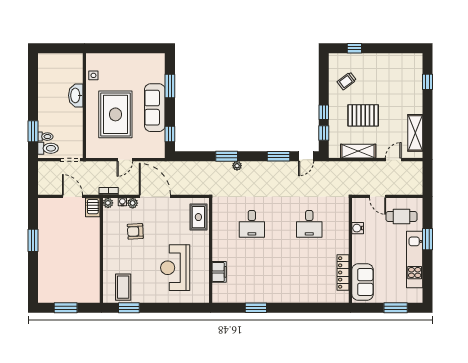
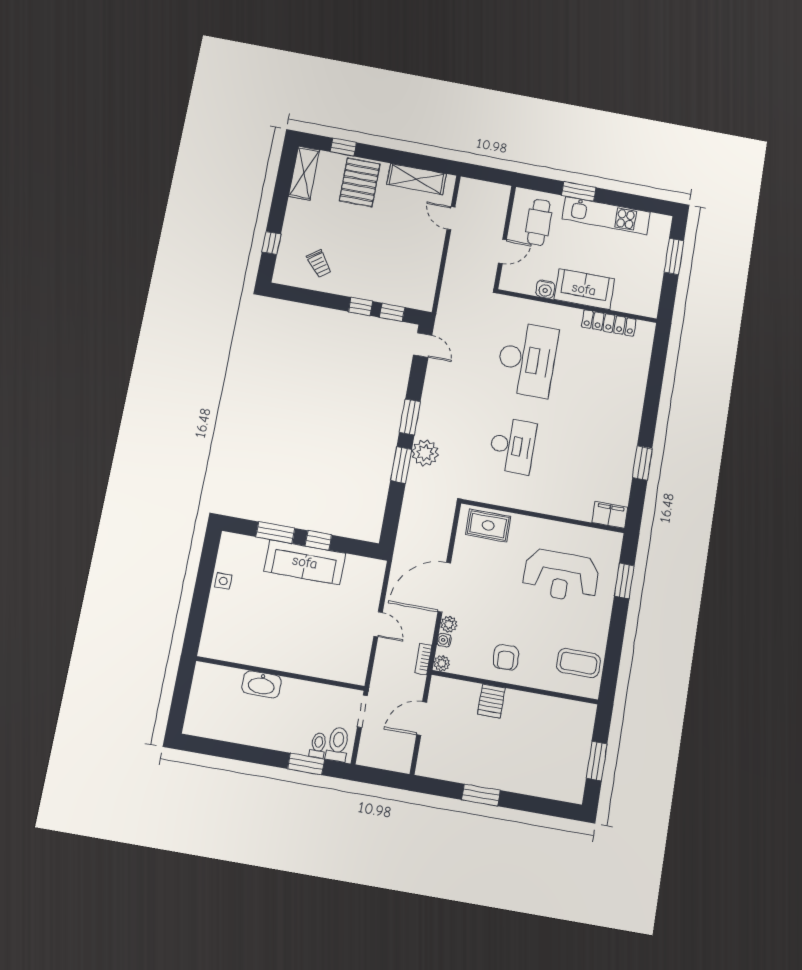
side table: (93, 75) -> (223, 581), moved
rug: (115, 114) -> (304, 626), removed
pallet: (363, 115) -> (360, 182), moved
window: (170, 134) -> (318, 540), moved
shelving: (358, 151) -> (304, 173), moved
window: (279, 156) -> (410, 417), moved
plant: (237, 166) -> (425, 453), width x1.88, depth x1.88
server rack: (93, 207) -> (491, 701), moved, turned 90
desk: (252, 224) -> (512, 446), width x1.37
desk: (309, 224) -> (527, 359), width x1.87, depth x1.30
armchair: (135, 231) -> (506, 657), moved
filing cabinet: (219, 272) -> (610, 515), moved
sofa: (363, 282) -> (584, 289), moved
window: (129, 308) -> (624, 581), moved

